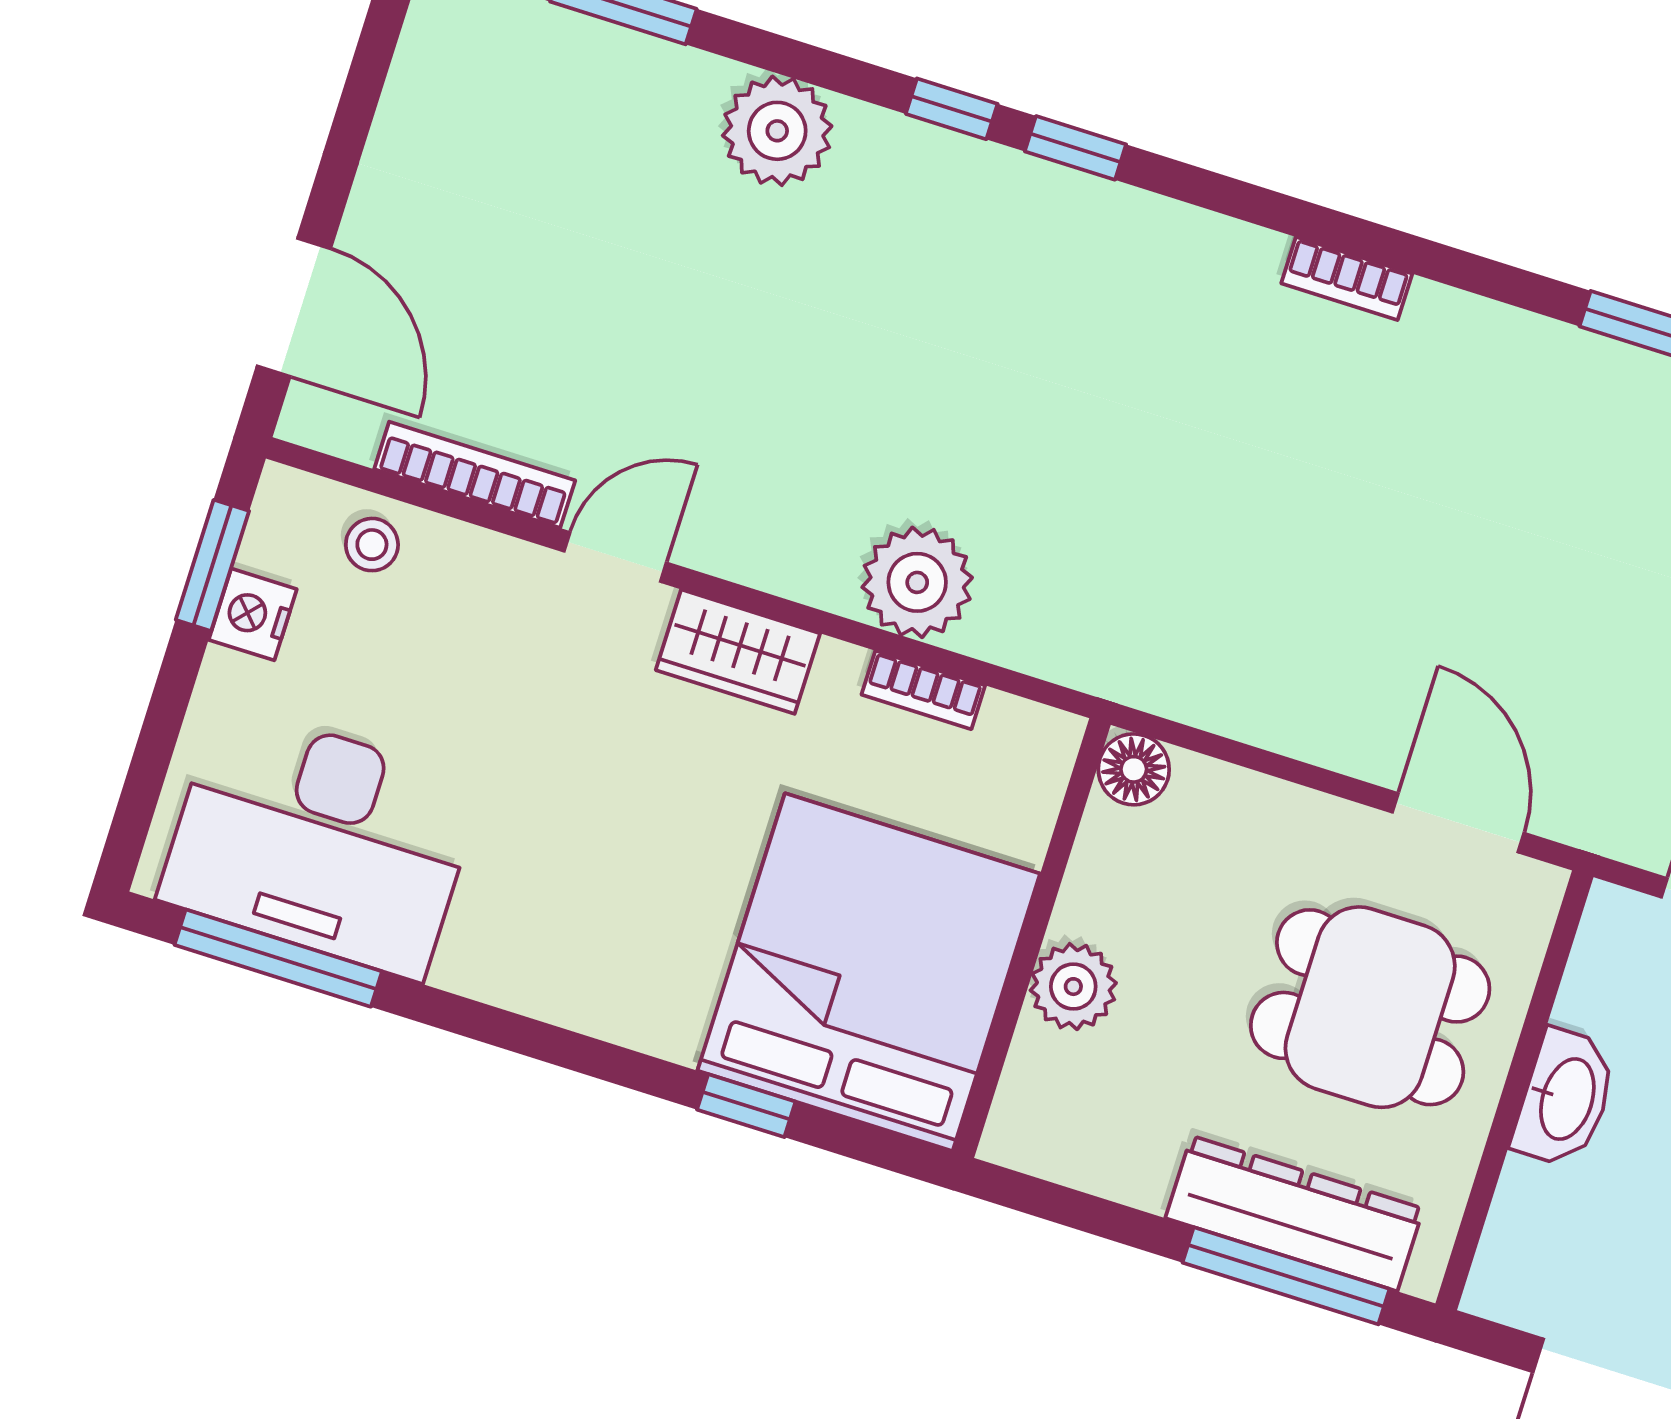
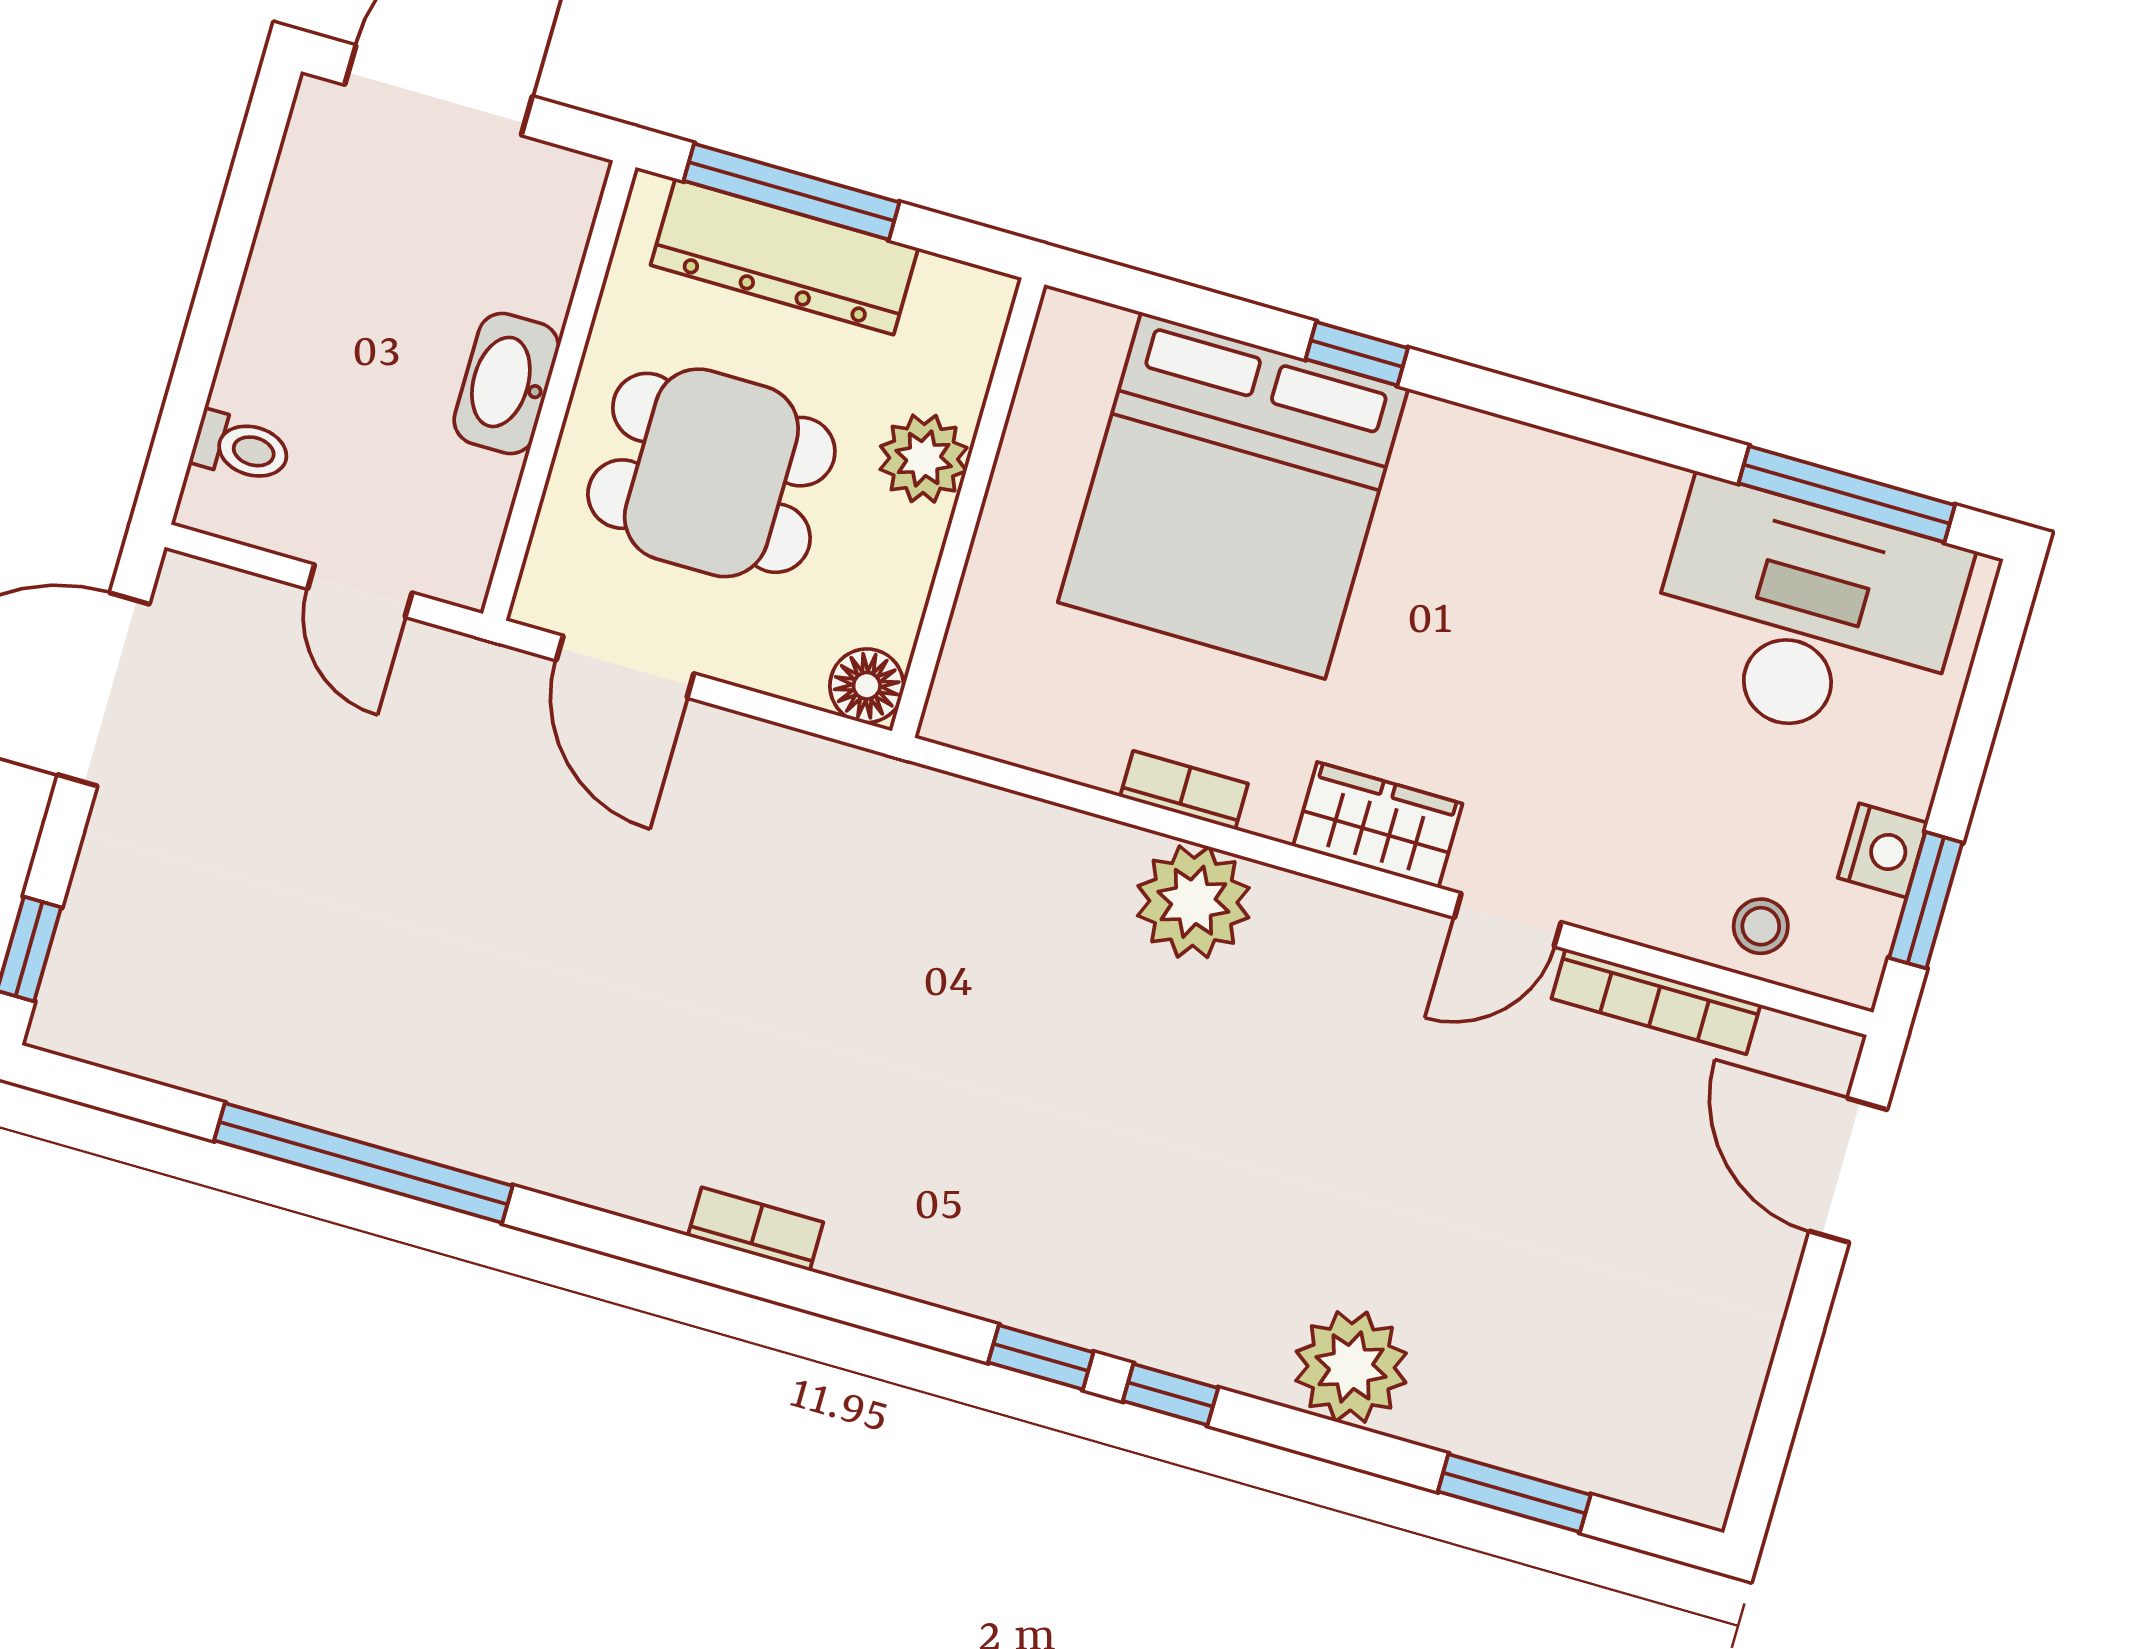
floor lamp: (1134, 769) -> (867, 686), moved
wall: (1032, 938) -> (968, 508), moved
plant: (1073, 987) -> (924, 459), moved

